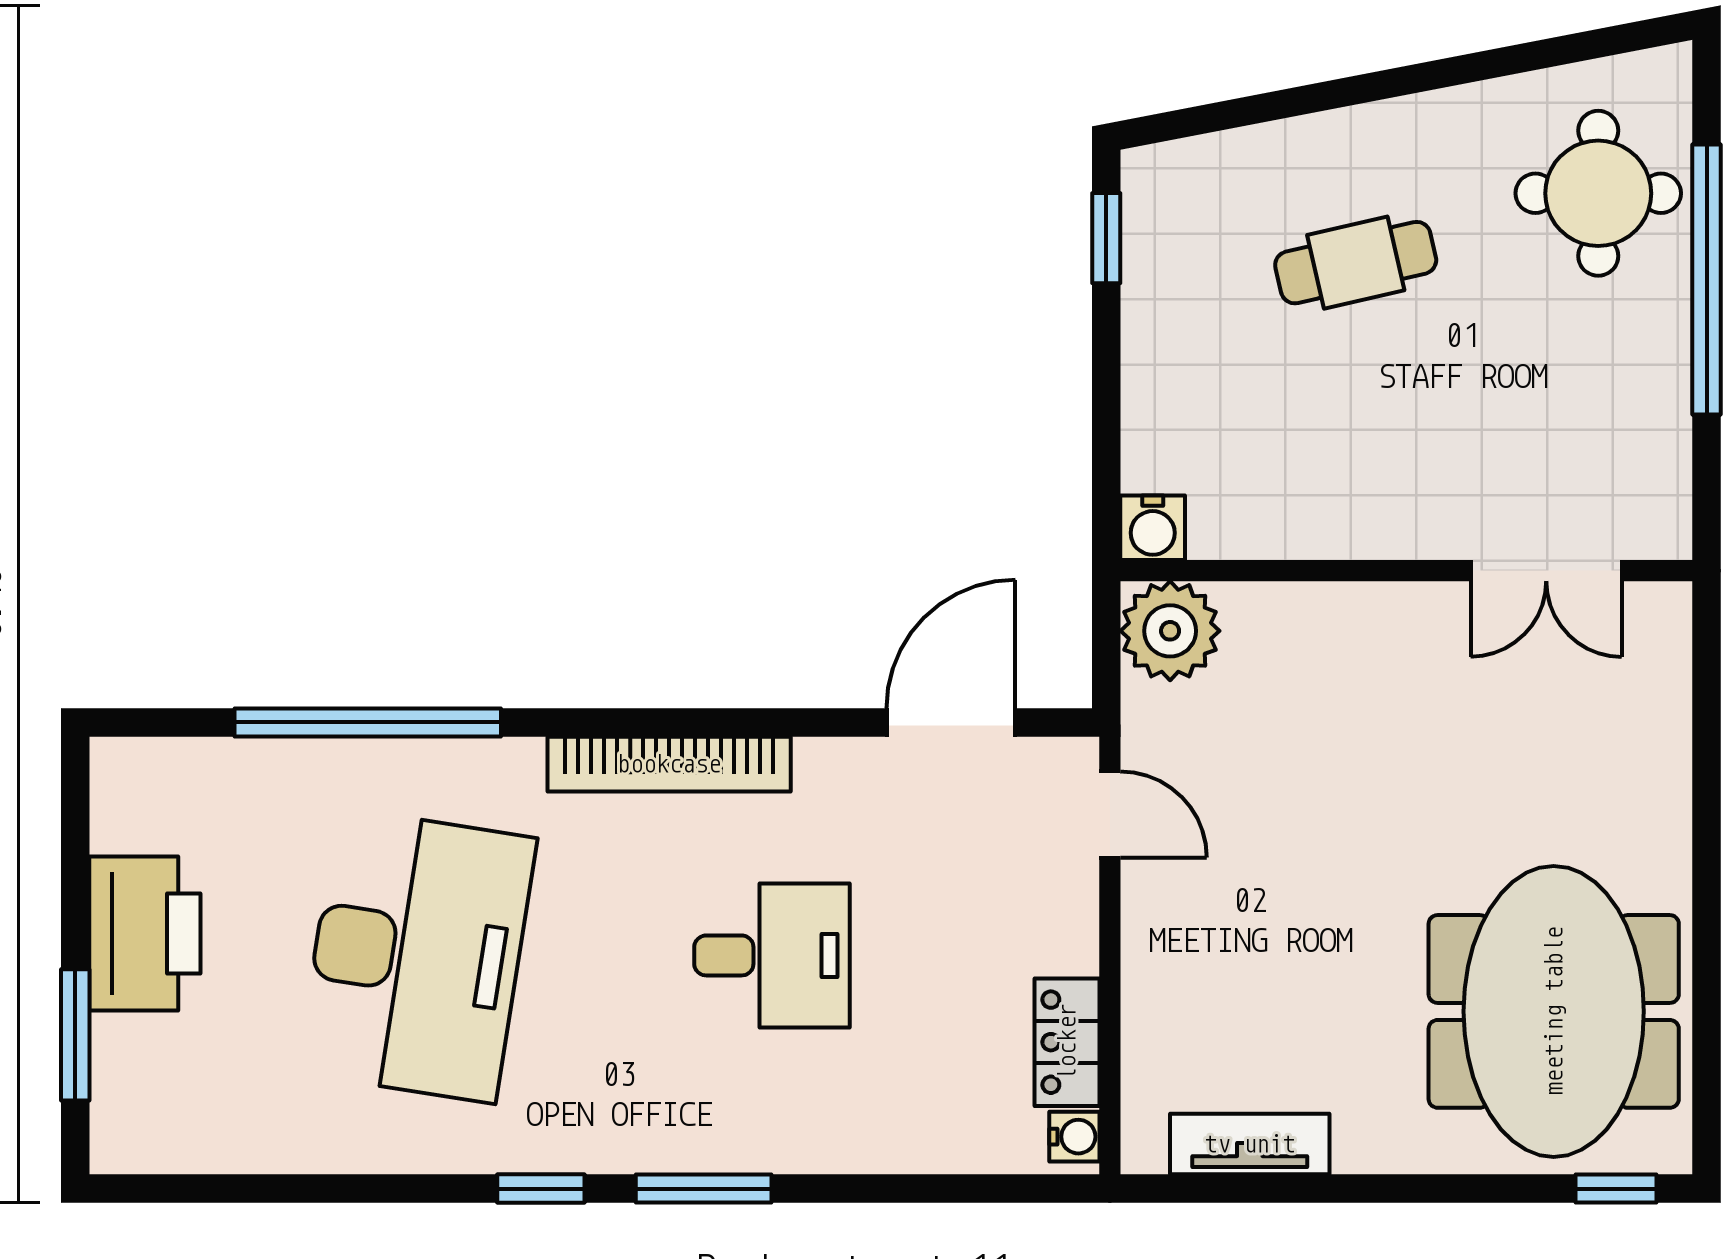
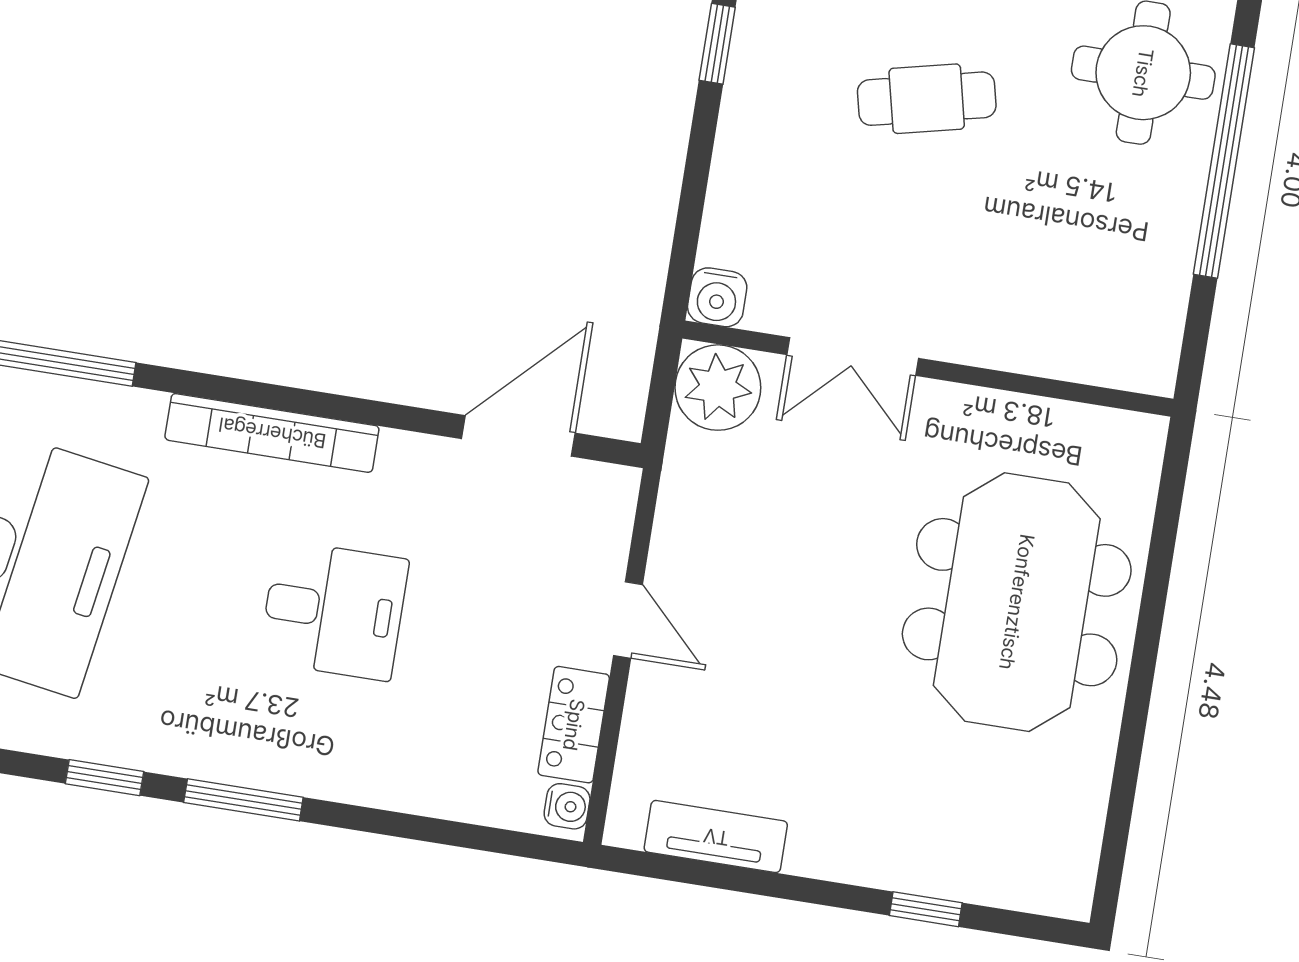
double door: (1546, 571) -> (853, 356), moved
door: (1110, 814) -> (628, 620), moved
meeting table: (1554, 1011) -> (1017, 602), moved
window: (1616, 1189) -> (926, 909), moved

